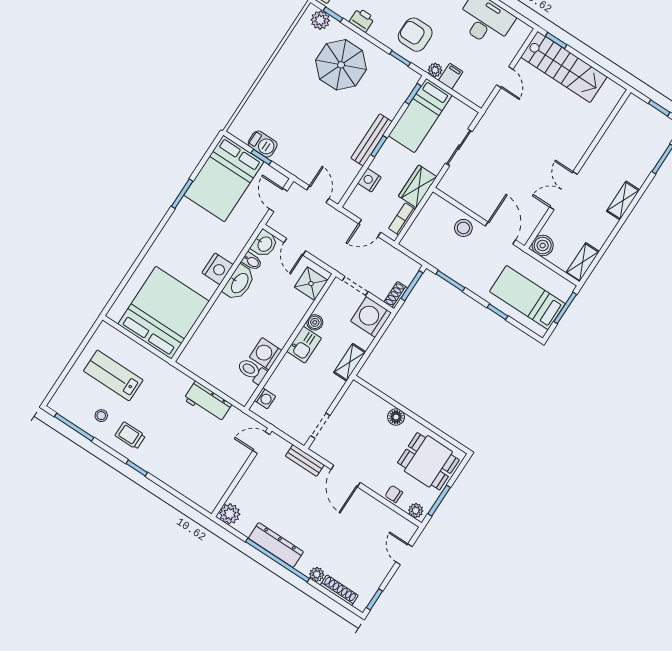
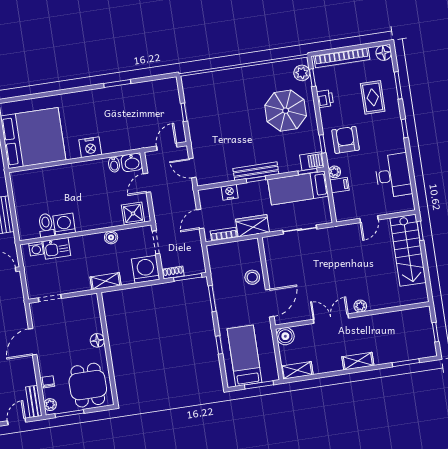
barbecue: (263, 144) -> (312, 161), moved, turned -90
plant: (576, 154) -> (360, 306), added
bed: (224, 178) -> (150, 101), removed
door: (318, 194) -> (192, 168), swing flipped
door: (370, 228) -> (200, 219), hinge flipped
washbasin: (239, 283) -> (94, 168), removed
kitchen sink: (304, 345) -> (57, 248), moved
bench: (305, 460) -> (34, 401), moved

